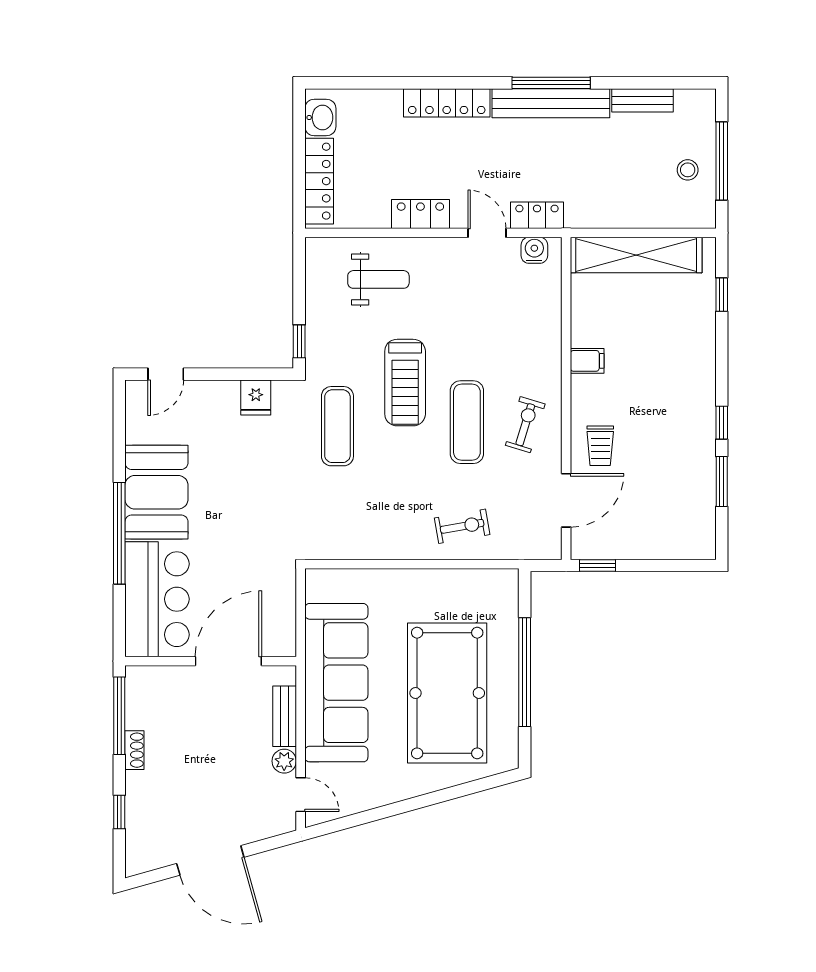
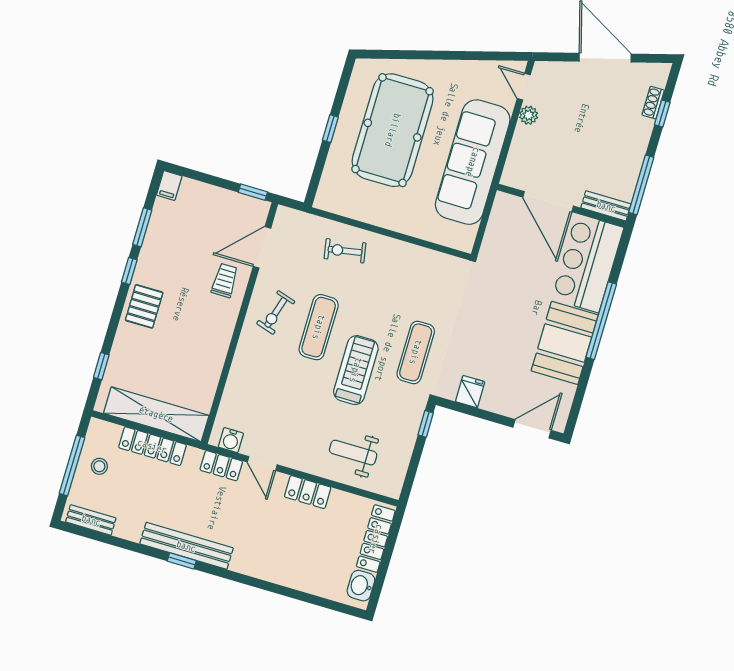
window: (551, 83) -> (182, 561), width x0.46
bench: (643, 100) -> (91, 520), moved
locker: (447, 103) -> (152, 446), moved, turned 180
filing cabinet: (587, 361) -> (169, 185), moved, turned -90
door: (166, 374) -> (532, 429), width x1.38
pallet: (690, 384) -> (144, 306), added
door: (228, 661) -> (548, 202), hinge flipped
window: (525, 672) -> (330, 129), width x0.32
bench: (285, 716) -> (606, 206), moved, turned 90
shoe rack: (134, 750) -> (653, 103), moved

